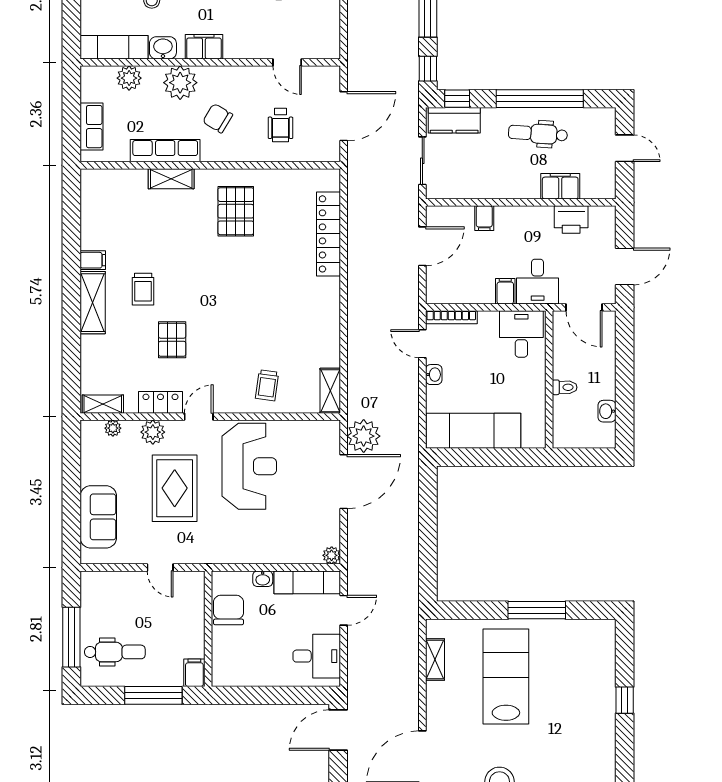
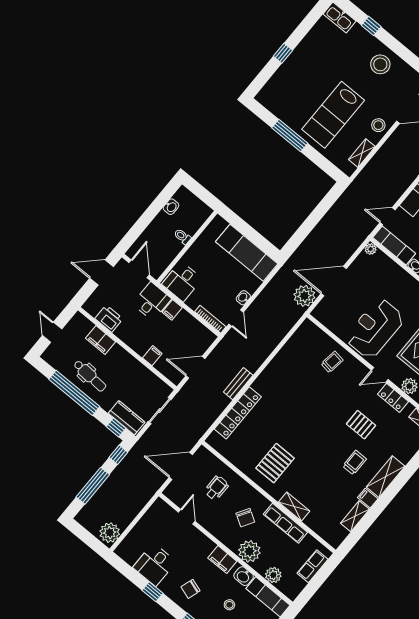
bench: (356, 269) -> (238, 384), added
pallet: (172, 340) -> (361, 425), turned 90
shelving: (330, 391) -> (355, 516), moved
stool: (443, 708) -> (378, 125), added

